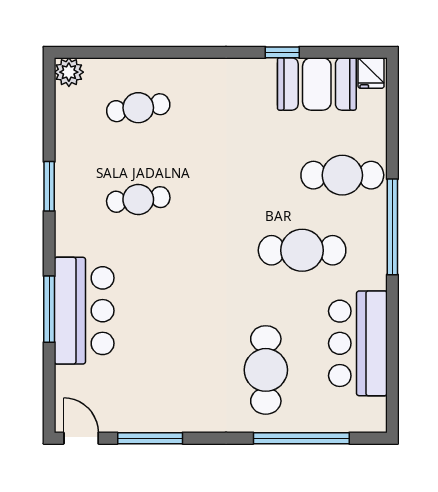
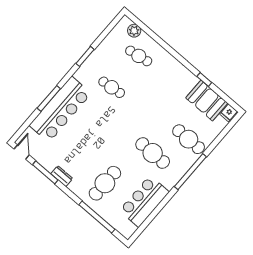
plant: (69, 72) -> (134, 31), moved
bar counter: (84, 311) -> (60, 109), width x1.36
dresser: (183, 421) -> (62, 176), added

